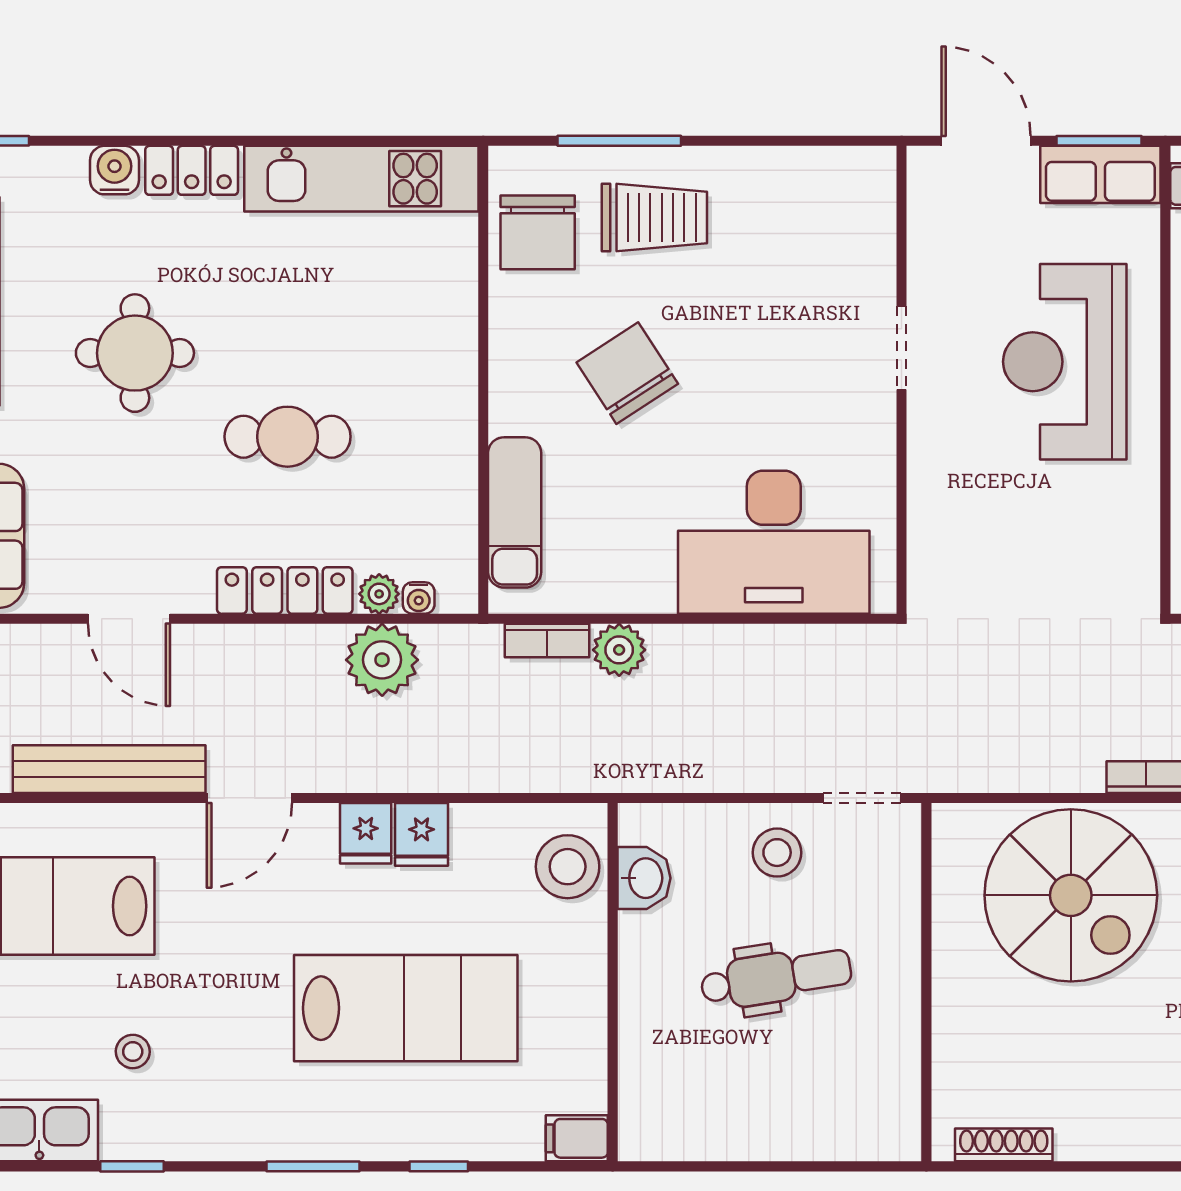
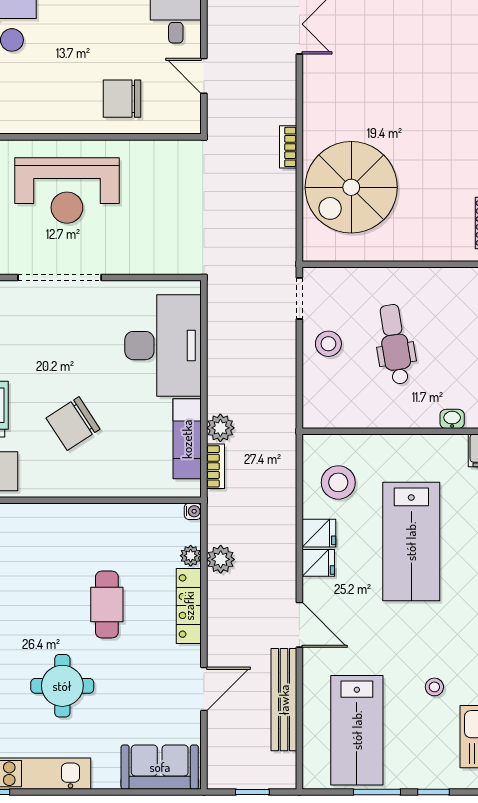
doorway: (902, 348) -> (60, 277), width x1.88
exam couch: (515, 512) -> (187, 439), moved, turned -90
water cooler: (419, 598) -> (193, 511), moved
plant: (382, 660) -> (221, 559), width x0.73, depth x0.73
stool: (568, 867) -> (338, 482), moved
washbasin: (644, 878) -> (452, 419), moved, width x0.72, depth x0.69
spiral stairs: (1071, 895) -> (351, 187), turned 180
lab bench: (406, 1008) -> (411, 541), turned 180

